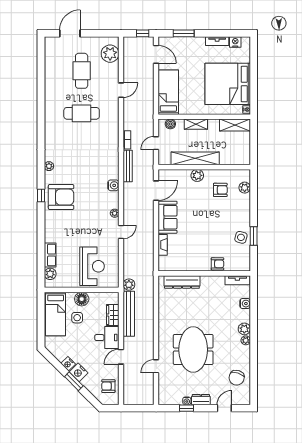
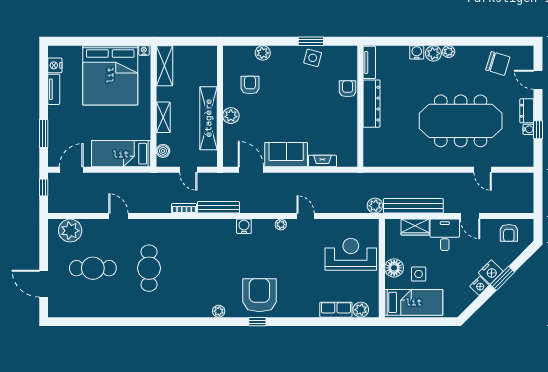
plant: (245, 188) -> (263, 53), moved
dresser: (182, 282) -> (372, 104), moved
water cooler: (245, 304) -> (417, 52), moved
meeting table: (193, 350) -> (461, 121), width x1.36

